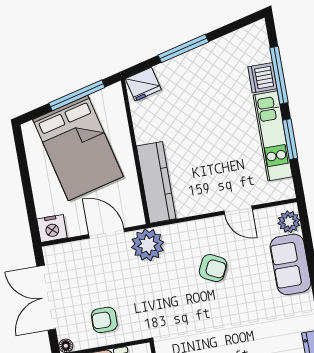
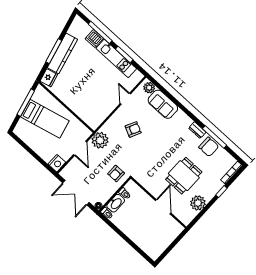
bed: (78, 148) -> (45, 119), width x0.67
kitchen counter: (156, 182) -> (62, 53), moved, turned 76
door: (238, 210) -> (125, 99), swing flipped
door: (107, 233) -> (80, 148), swing flipped
armchair: (104, 320) -> (116, 173), moved

